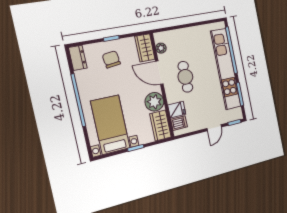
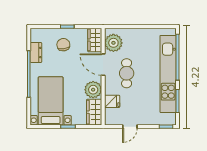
plant: (161, 48) -> (113, 43), width x1.88, depth x1.88
dresser: (78, 58) -> (36, 53), moved
dishwasher: (179, 123) -> (112, 114), removed
door: (214, 128) -> (130, 127), moved

